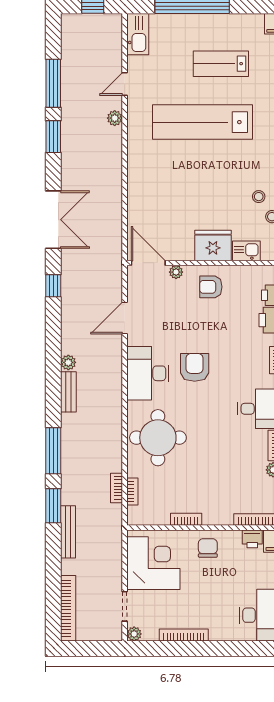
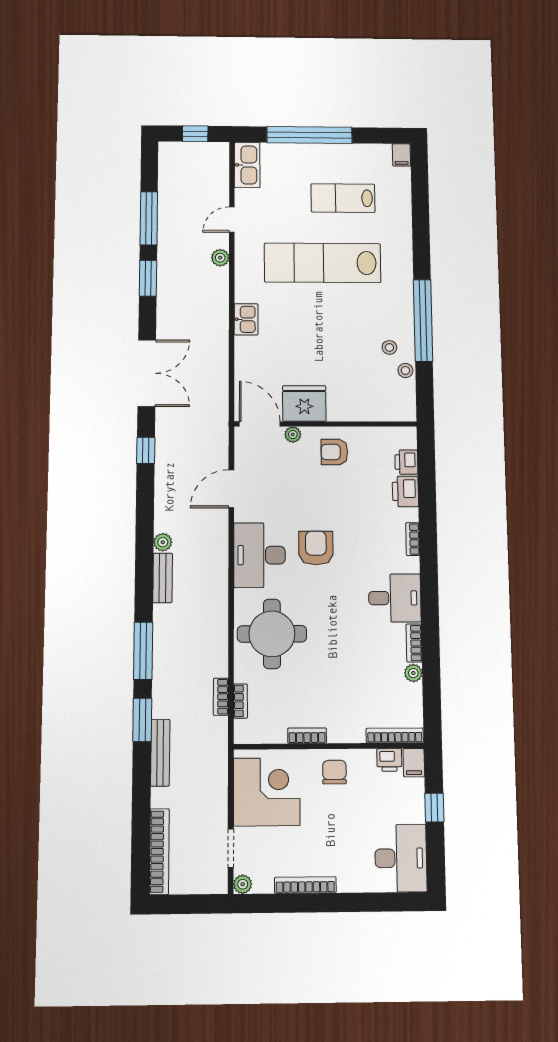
fridge: (213, 245) -> (304, 403), moved
kitchen sink: (246, 251) -> (246, 319), moved, turned 90

